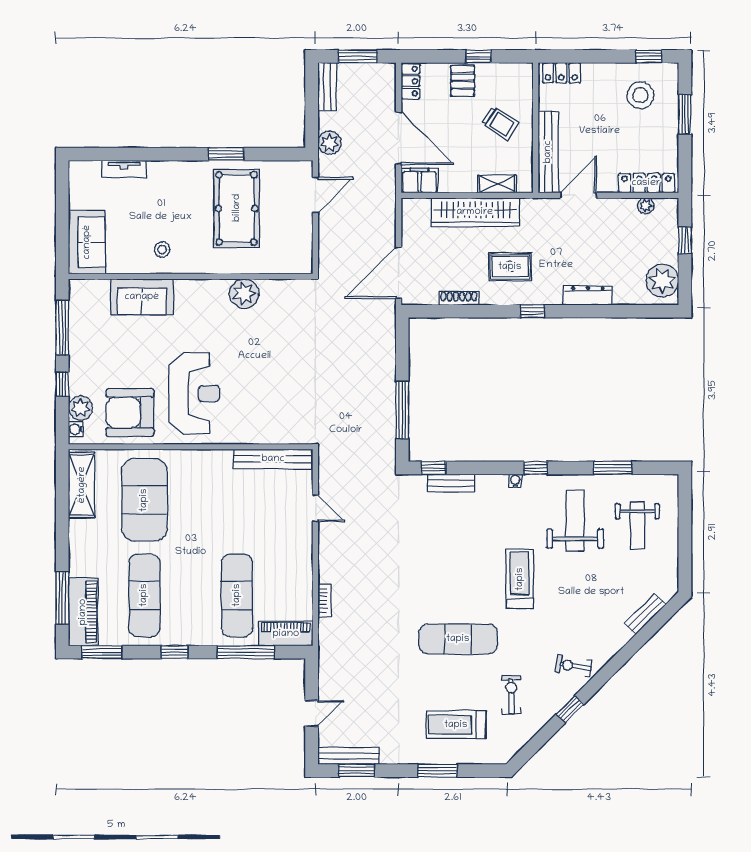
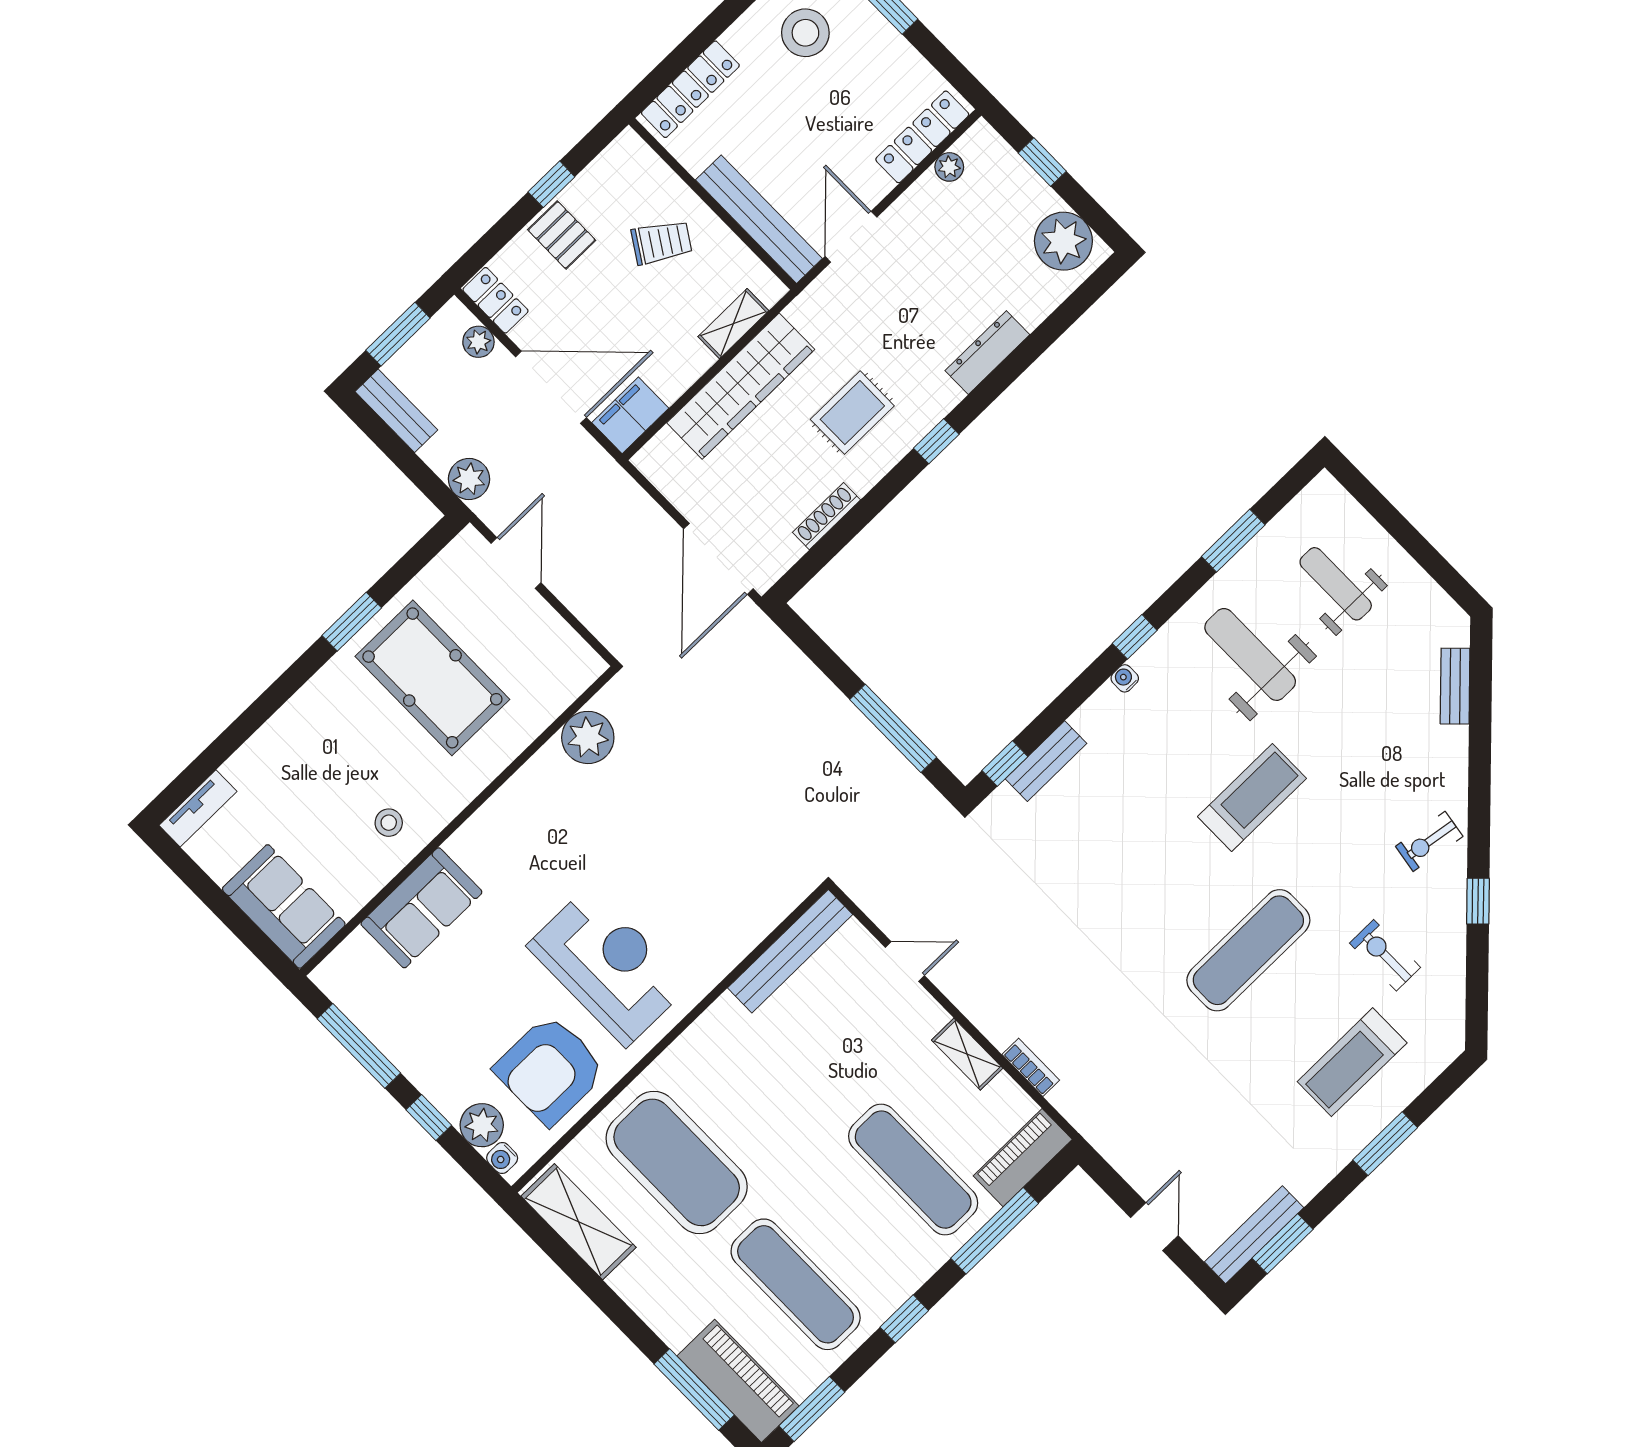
locker: (561, 73) -> (690, 89), width x1.53
plant: (387, 91) -> (478, 342), added
tv unit: (124, 169) -> (198, 808), moved
plant: (244, 294) -> (588, 737), moved
weight bench: (637, 526) -> (1336, 584), turned 180
shelving: (304, 570) -> (967, 1054), added
treadmill: (520, 579) -> (1252, 798), turned 90

